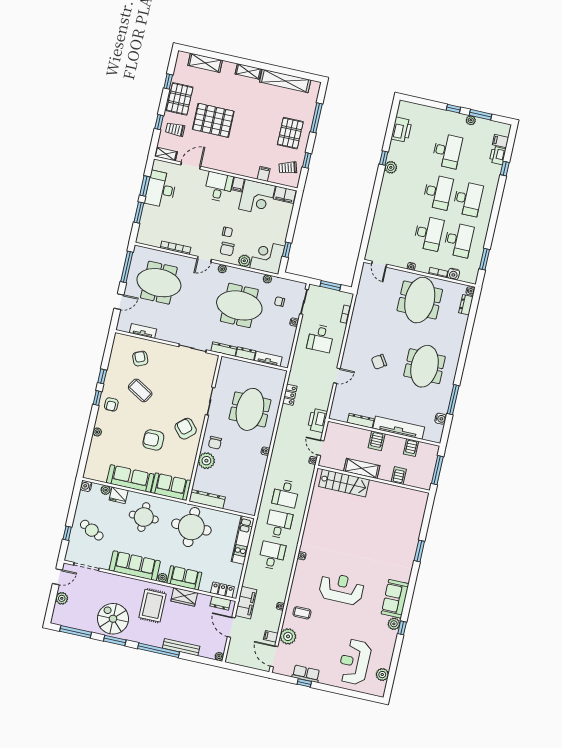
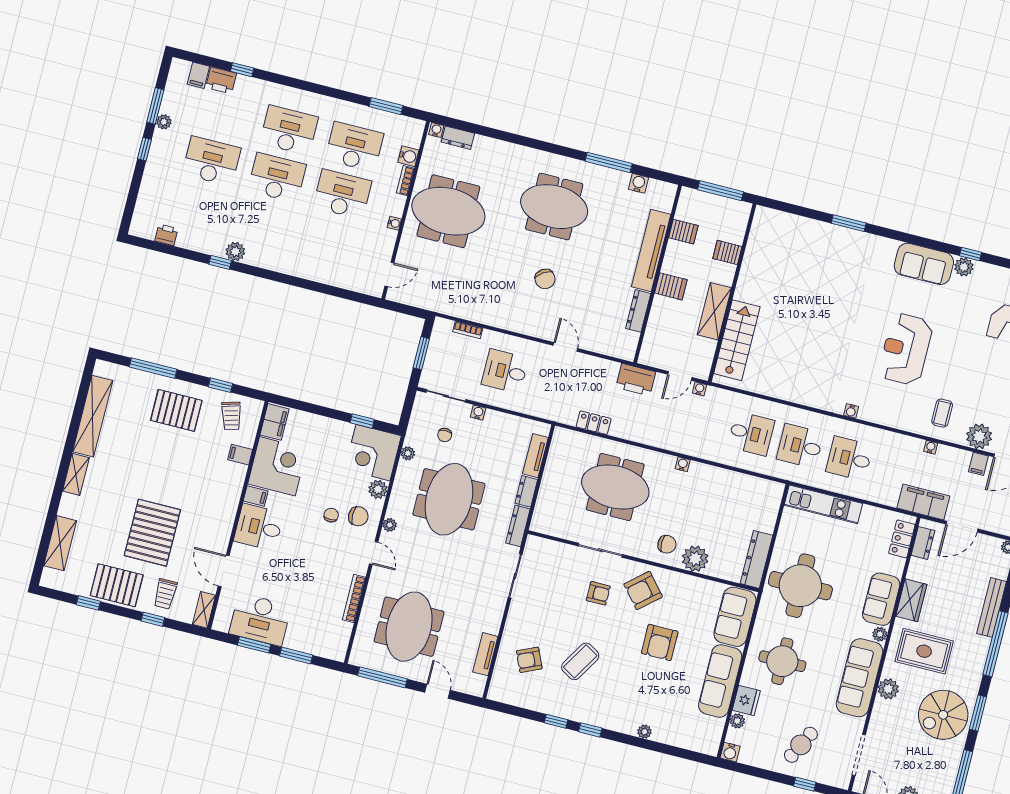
printer: (401, 130) -> (166, 235), width x0.53, depth x0.68
desk: (320, 338) -> (505, 371), turned 180
armchair: (111, 404) -> (598, 593), moved
plant: (128, 584) -> (888, 689), added

